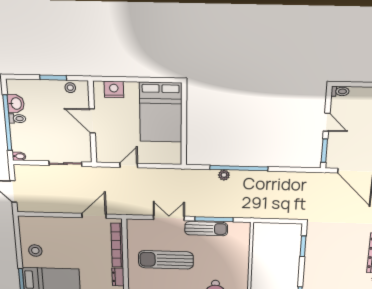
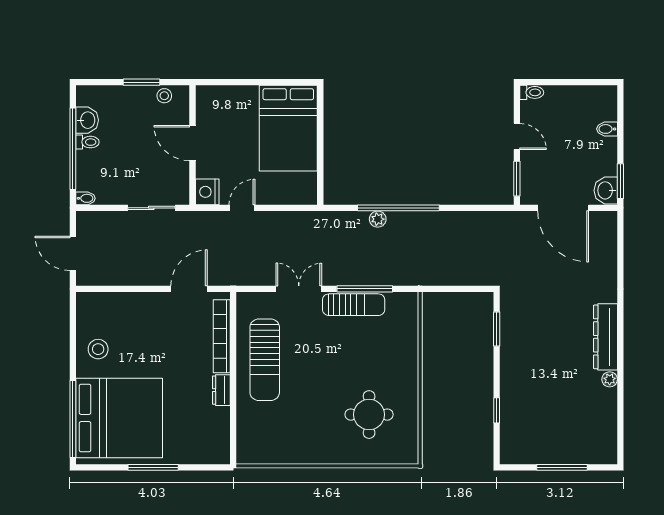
nightstand: (114, 89) -> (207, 192), moved, turned -90
sun lounger: (166, 260) -> (265, 360), moved, turned -90

